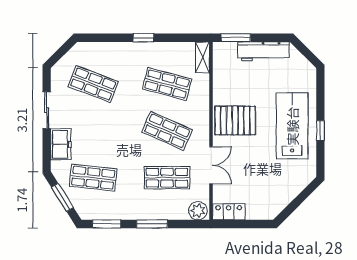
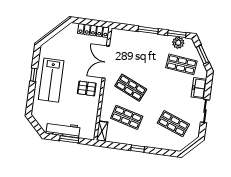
window: (236, 38) -> (69, 139), moved
pallet: (235, 120) -> (87, 88), width x0.67, depth x0.71
double door: (211, 165) -> (106, 62), width x1.37
shop shelf: (167, 178) -> (135, 58), removed
plant: (198, 211) -> (178, 43), moved
locker: (229, 212) -> (93, 30), width x1.53

